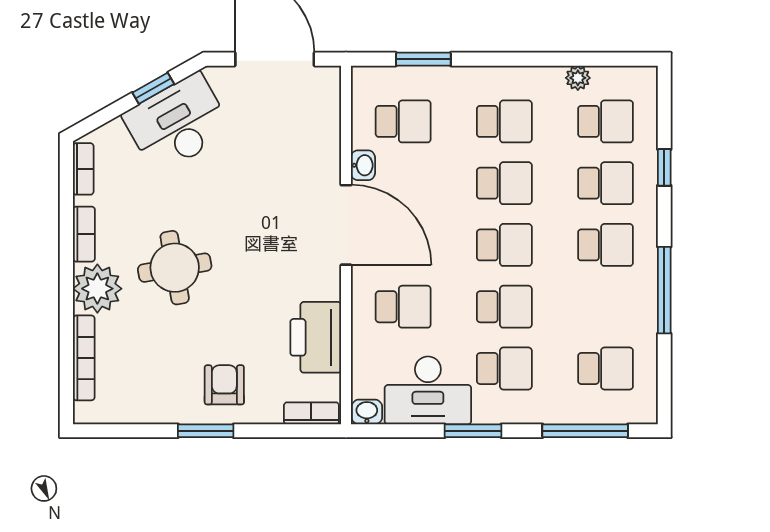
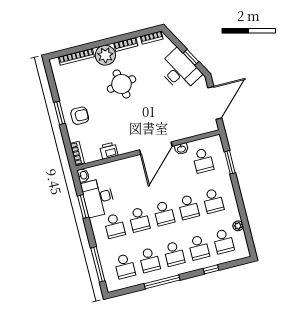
school desk: (403, 307) -> (149, 260), moved
printer: (316, 337) -> (109, 151), width x0.53, depth x0.68
window: (473, 431) -> (83, 207), moved

